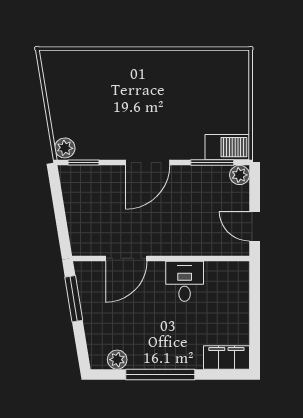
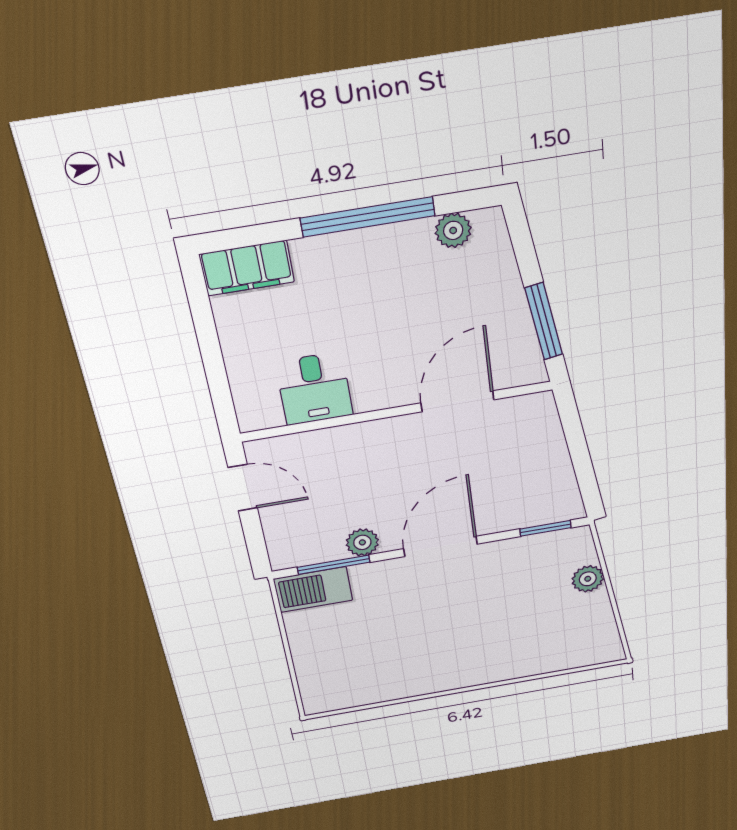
plant: (65, 148) -> (588, 579), moved
plant: (240, 175) -> (362, 542), moved
desk: (185, 281) -> (314, 389), moved

